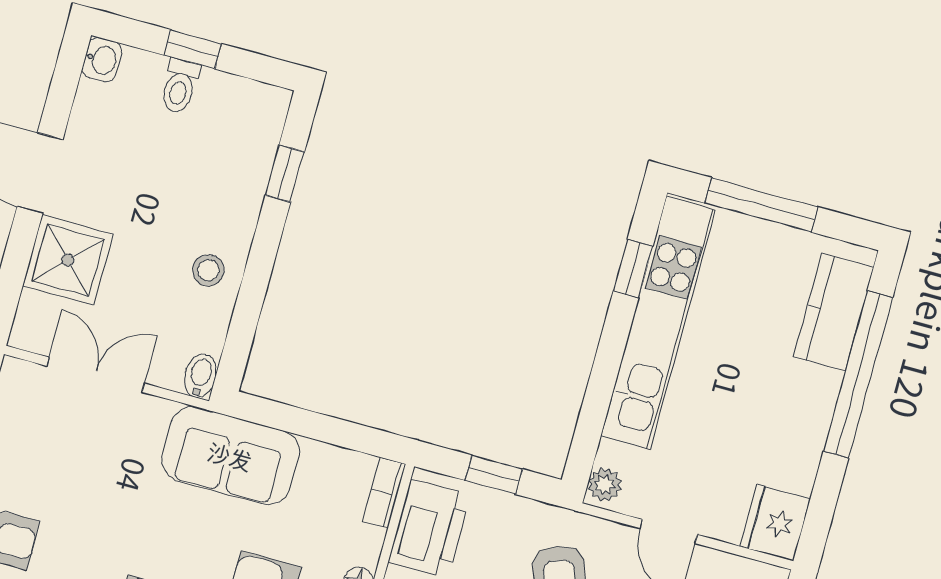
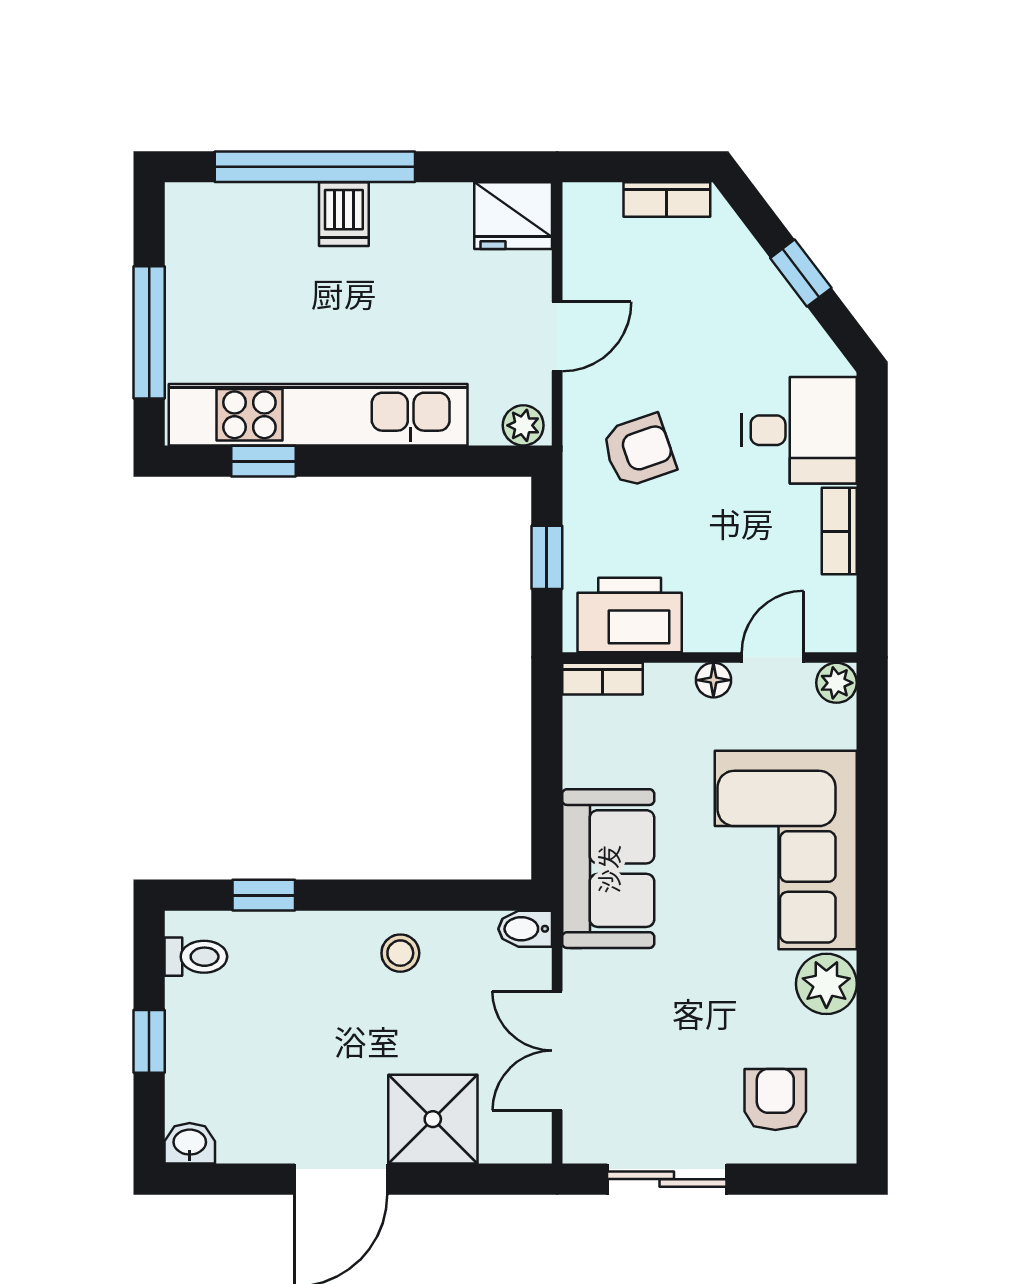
toilet: (180, 86) -> (196, 957), moved
kitchen counter: (834, 312) -> (250, 215), removed
dishwasher: (814, 387) -> (344, 214), added

